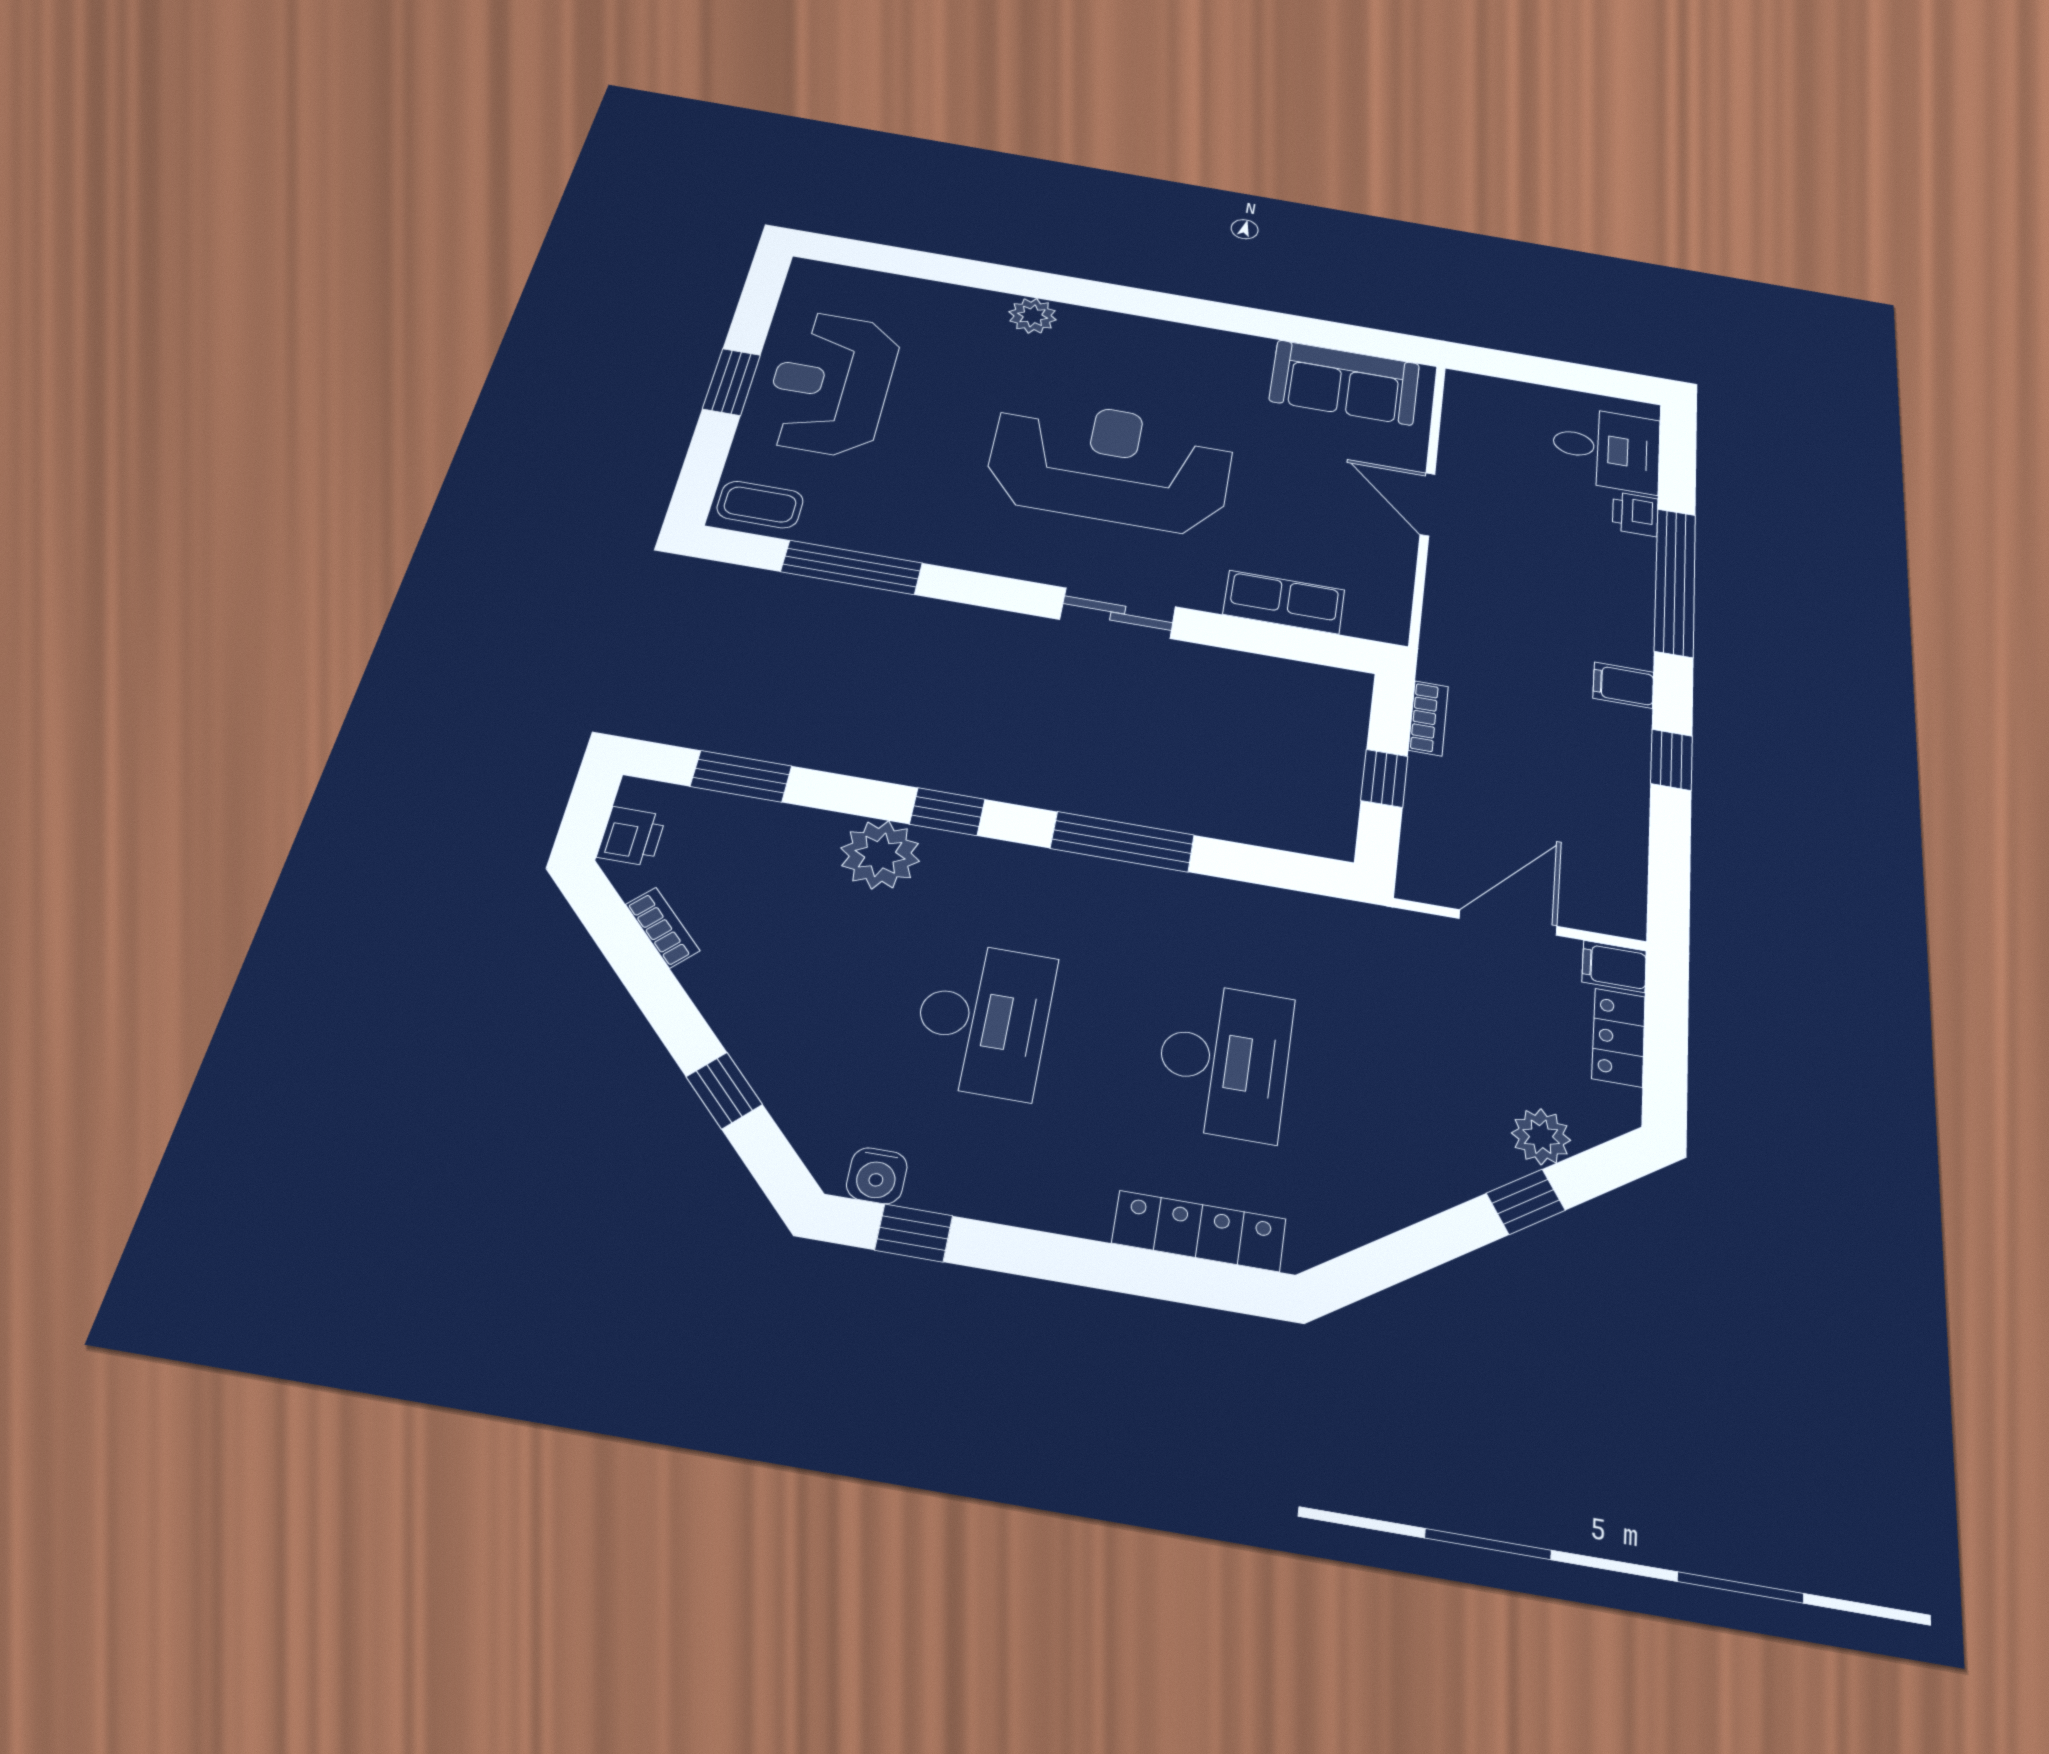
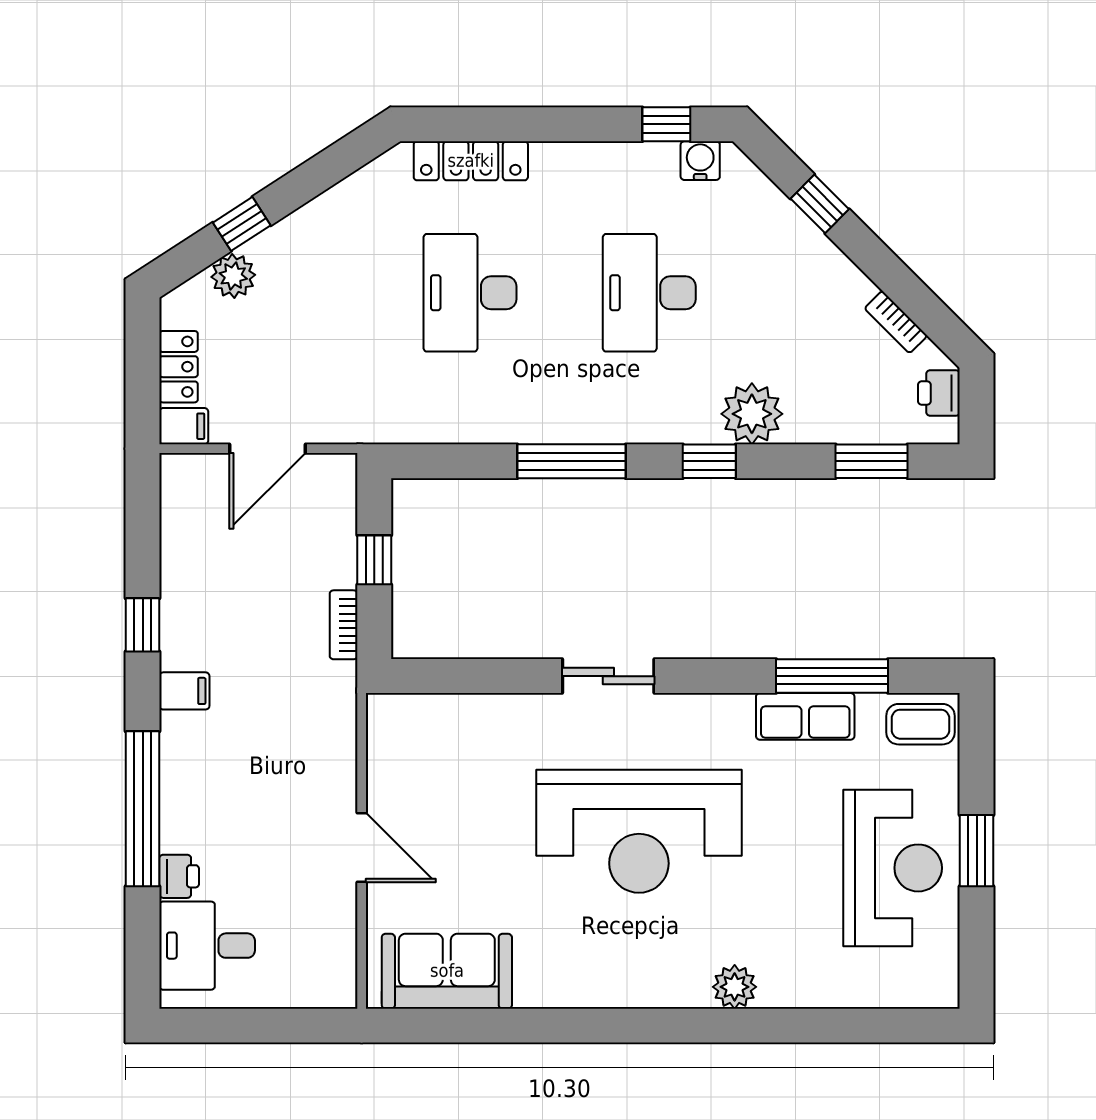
row of seats: (1284, 602) -> (805, 716), moved

